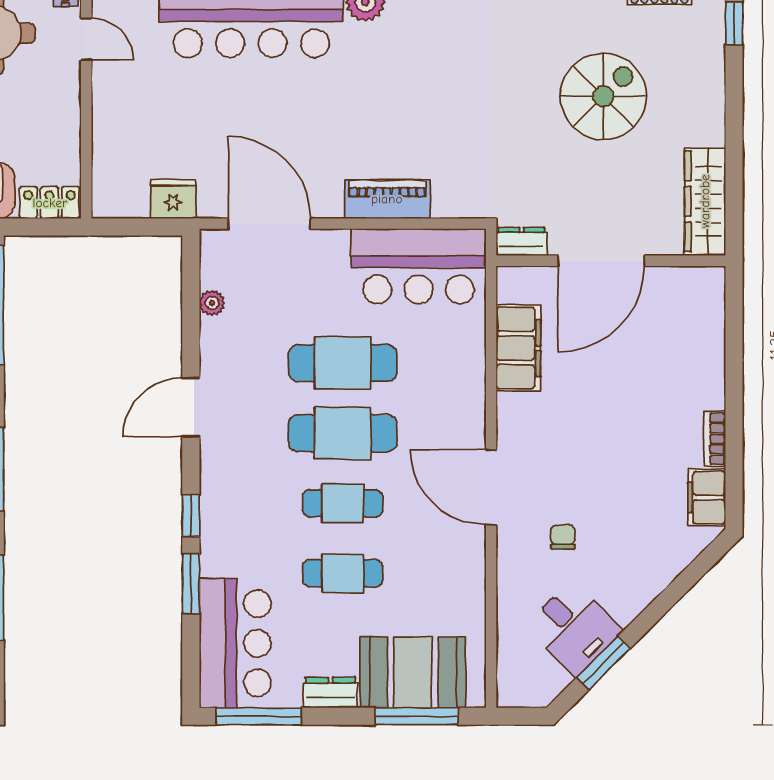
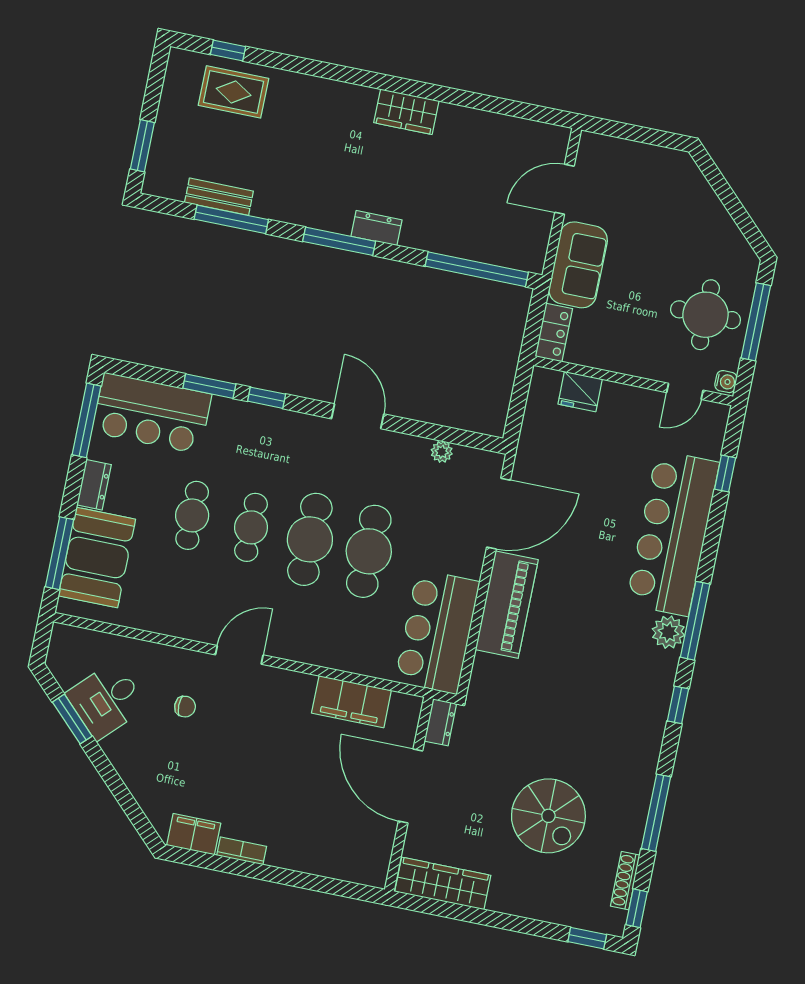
fridge: (173, 199) -> (580, 392), moved, turned 90
piano: (387, 199) -> (507, 605), width x1.37, depth x1.33
door: (491, 487) -> (239, 655), width x0.73

